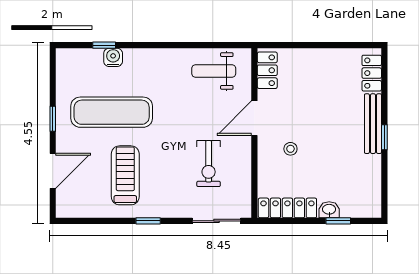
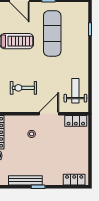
water cooler: (113, 57) -> (83, 34), removed
door: (254, 118) -> (49, 114), hinge flipped
bench: (373, 124) -> (25, 180), moved

